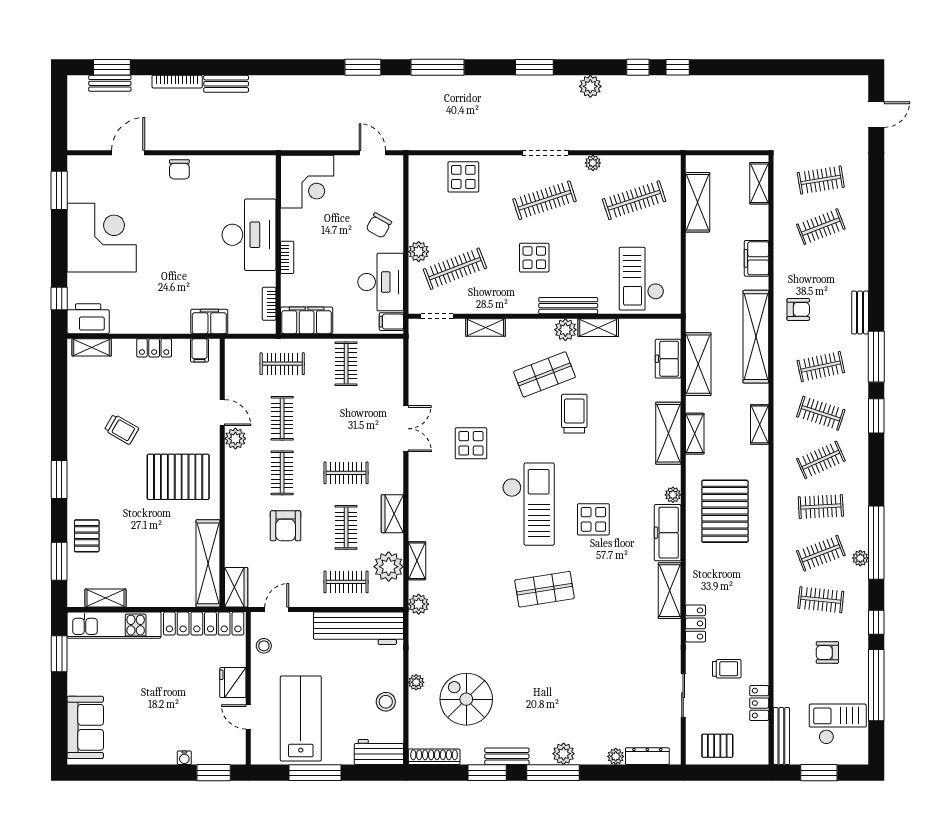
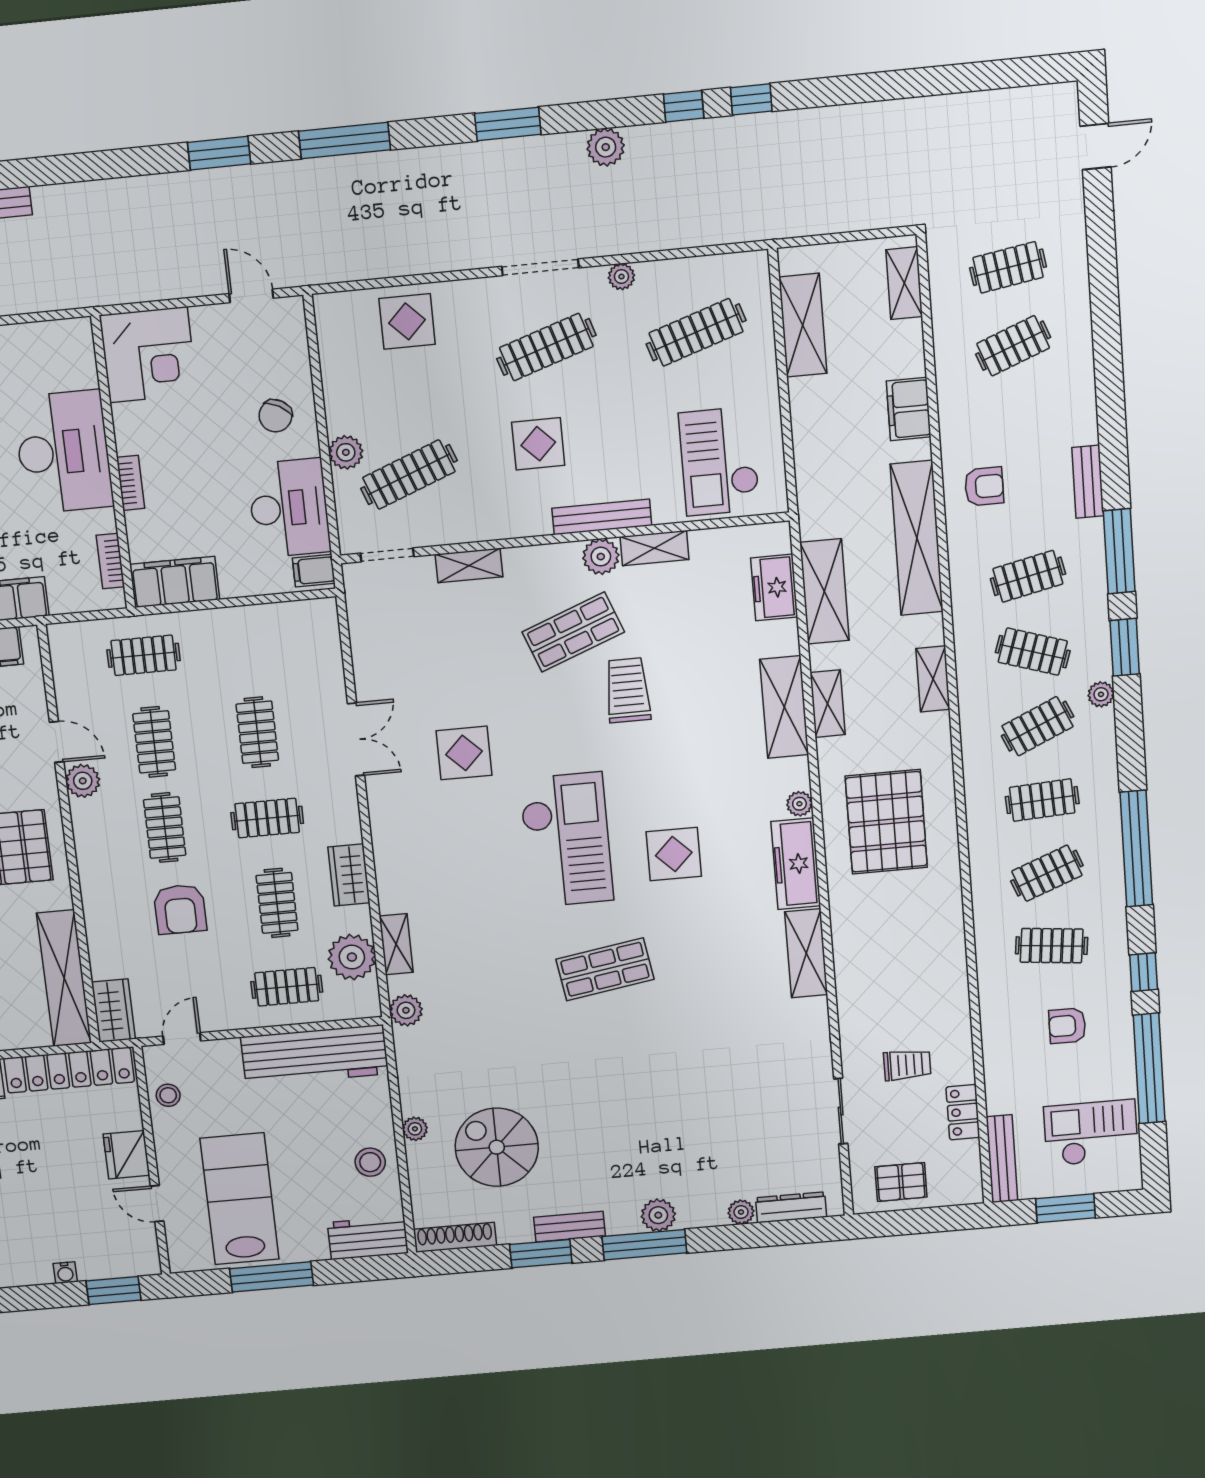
clothes rail: (346, 364) -> (257, 732), moved
plant: (860, 558) -> (1101, 694), moved
locker: (695, 623) -> (852, 1000), removed

